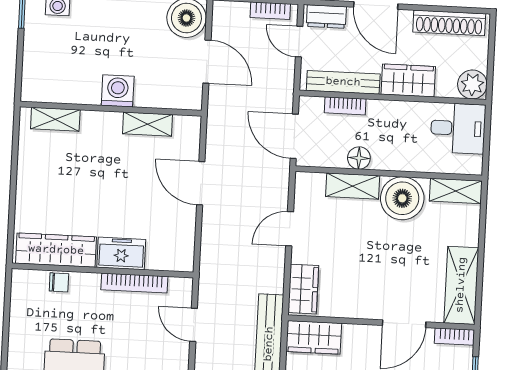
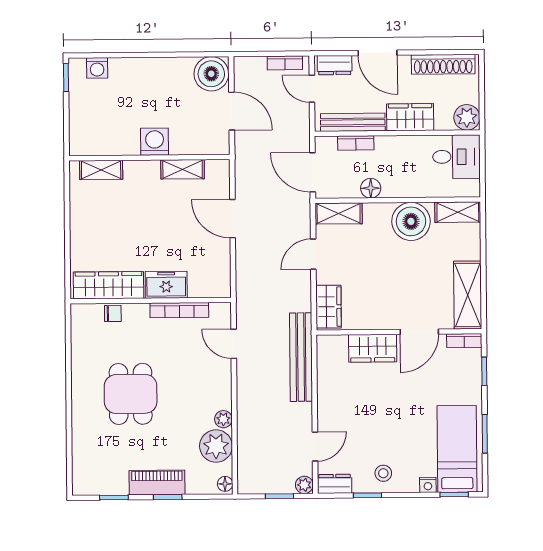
shelving: (353, 186) -> (339, 213), moved
wardrobe: (314, 337) -> (373, 348), moved

